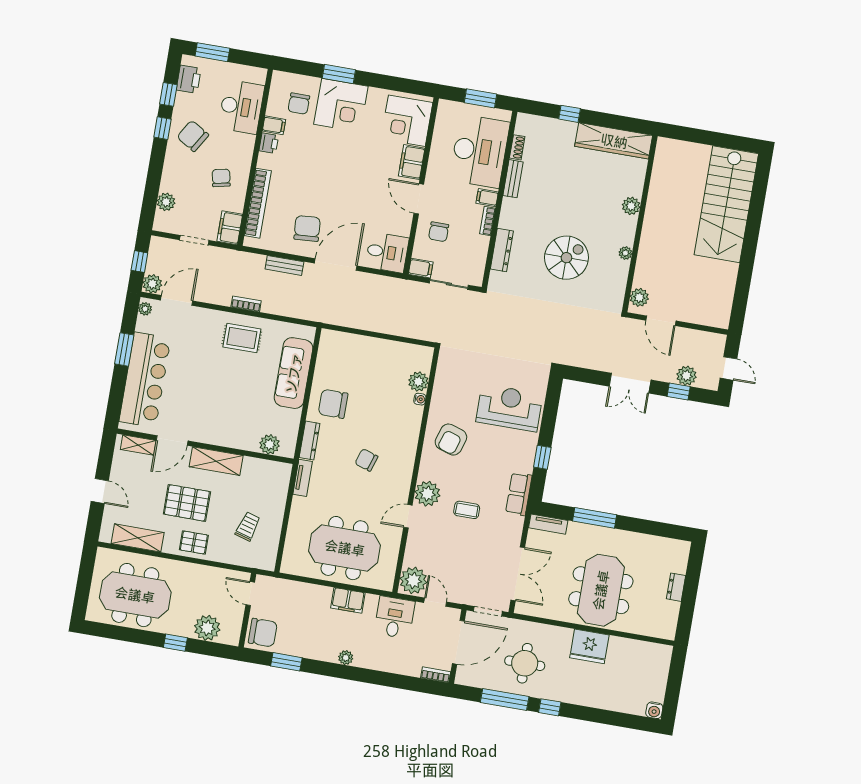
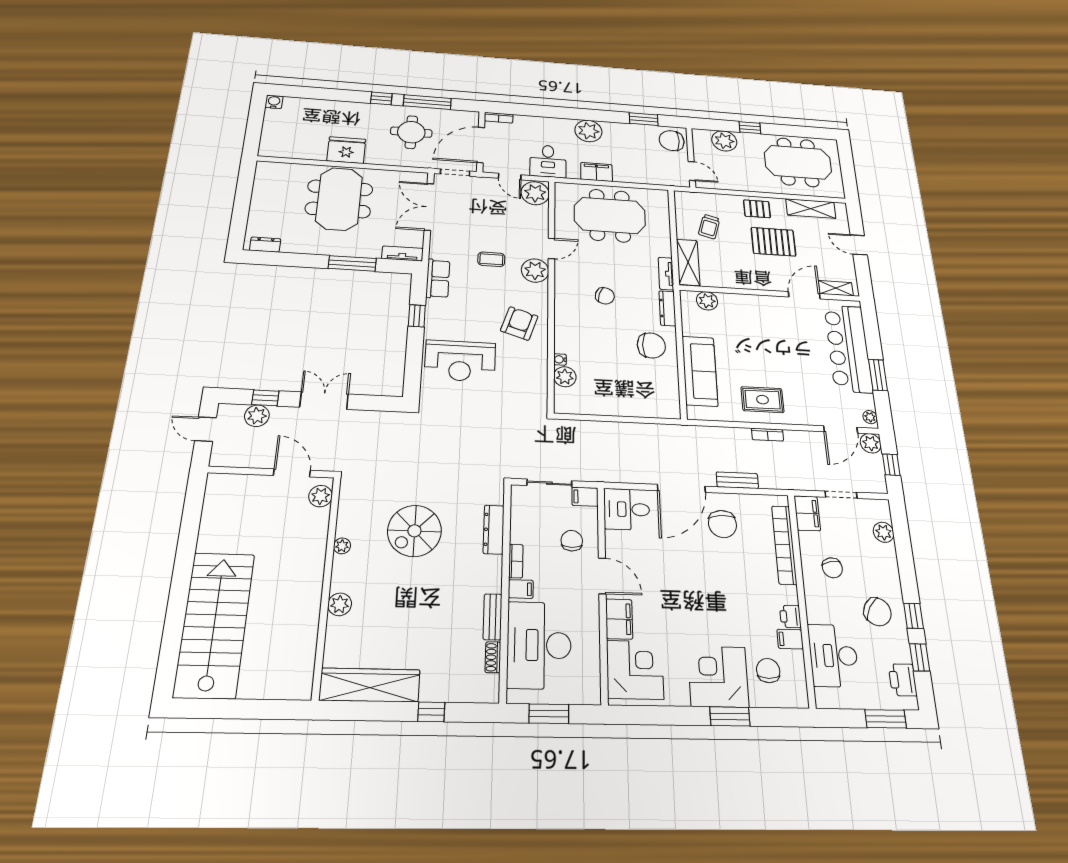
shelving: (216, 461) -> (688, 262), moved, turned 90
dresser: (676, 587) -> (265, 245), moved, turned -90
plant: (346, 658) -> (588, 131), width x1.87, depth x1.87

